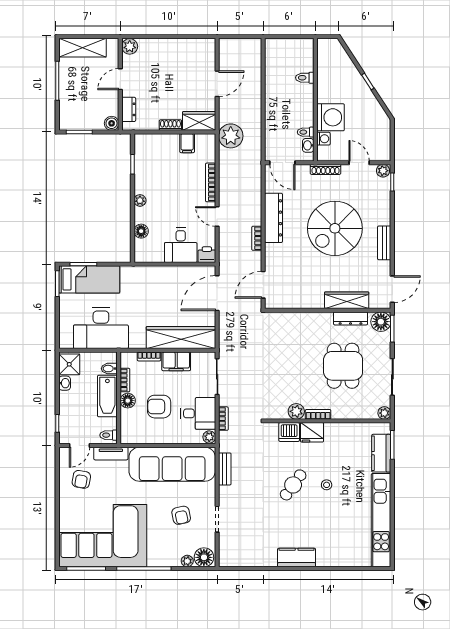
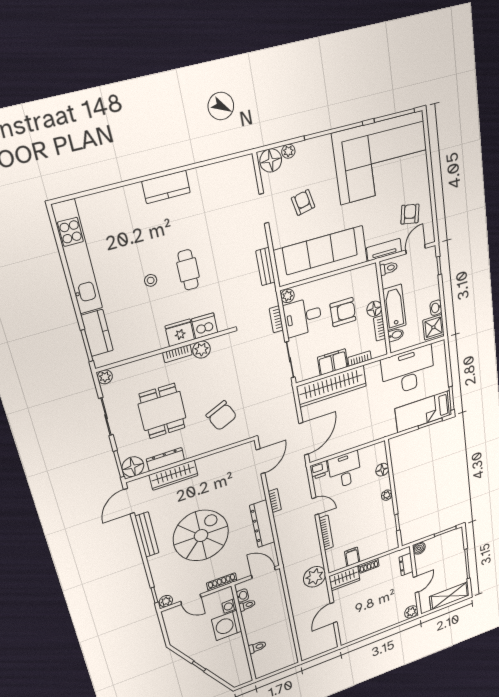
bench: (384, 243) -> (147, 535), width x1.36
chair: (291, 343) -> (221, 416), added
cafe table: (293, 485) -> (188, 270), turned -36

